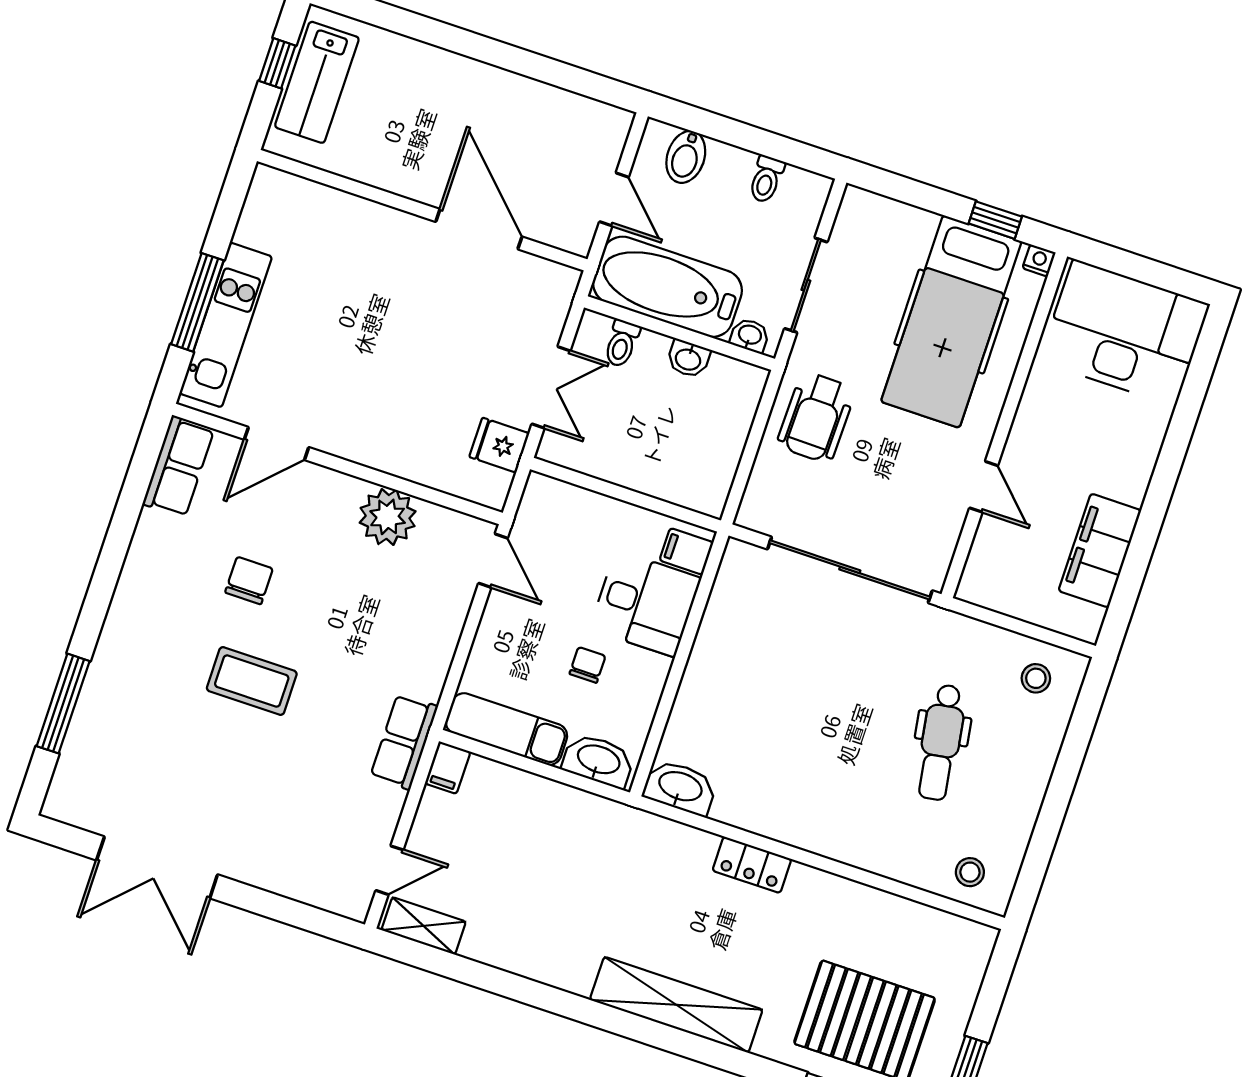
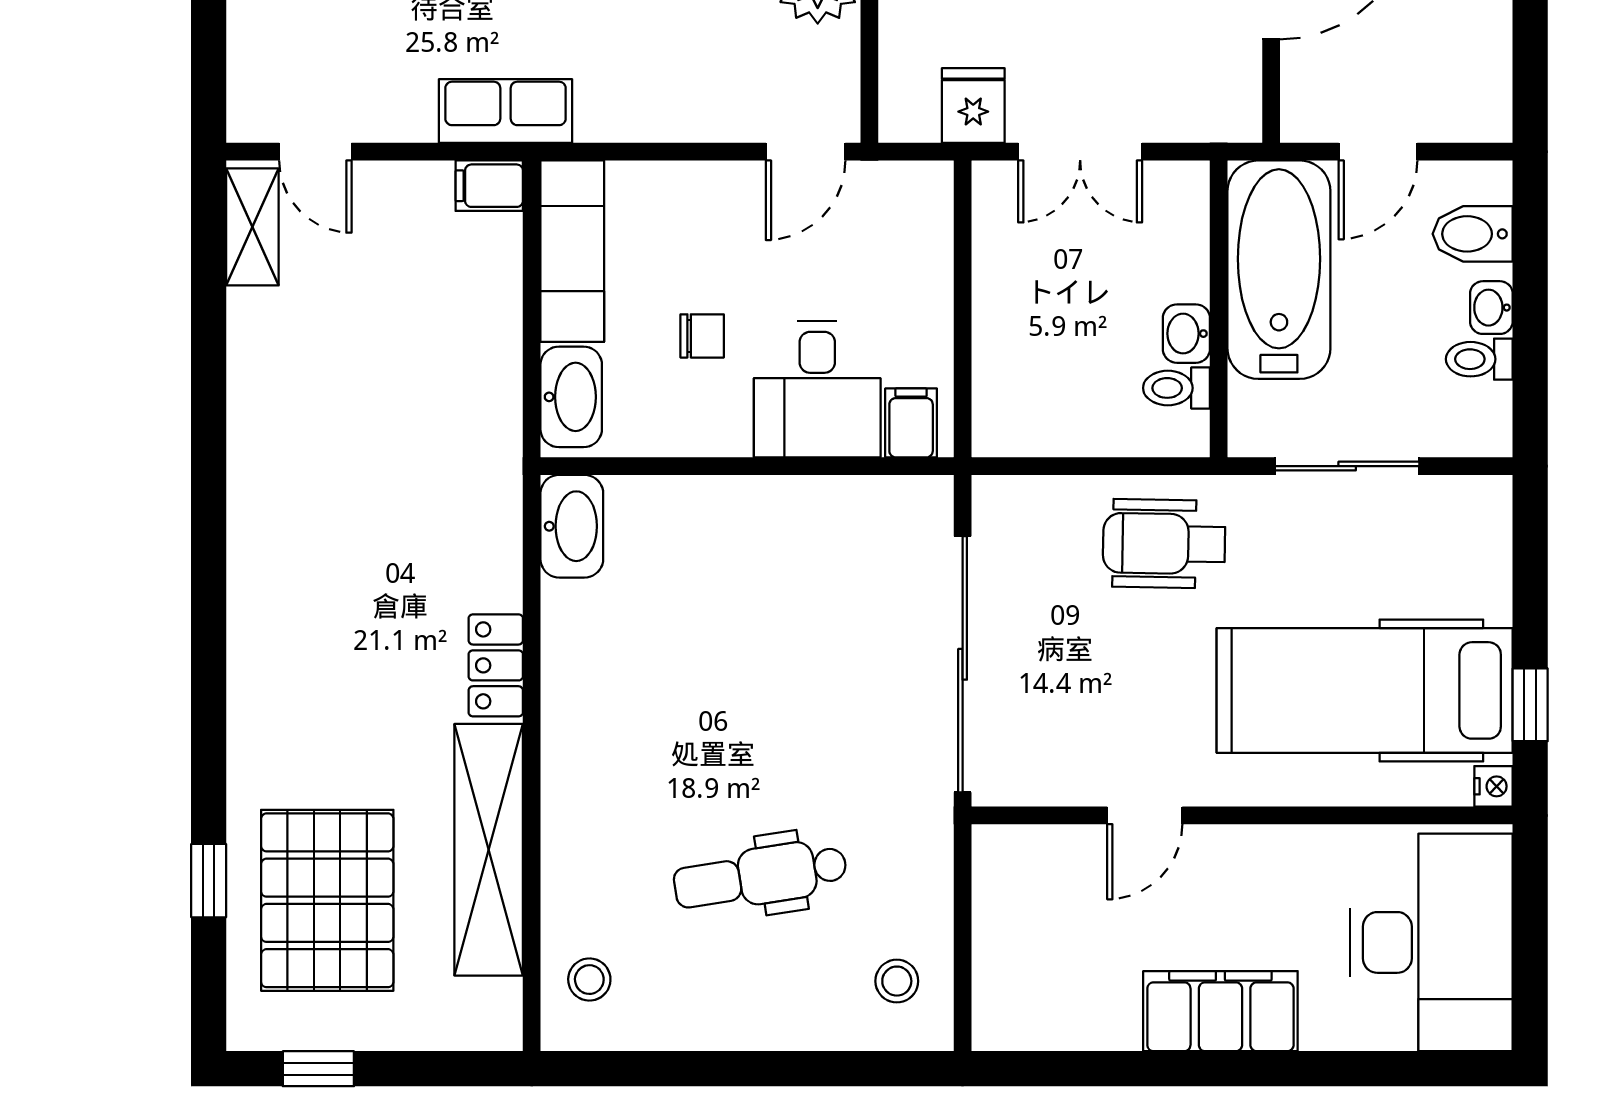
washbasin: (750, 335) -> (1491, 308), moved, turned 180
toilet: (622, 343) -> (1177, 388), moved
filing cabinet: (1100, 551) -> (1220, 1011), moved
shelving: (676, 1005) -> (489, 850), moved

